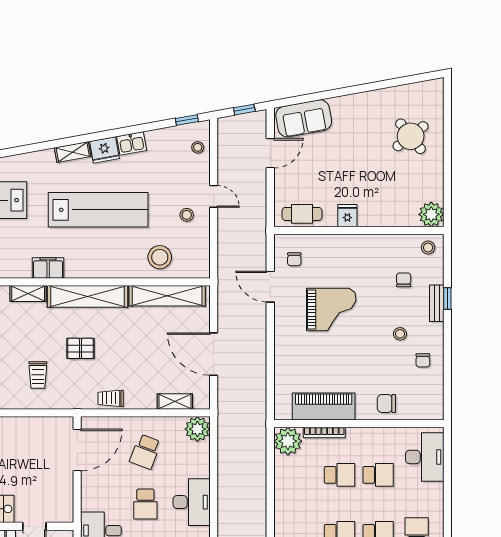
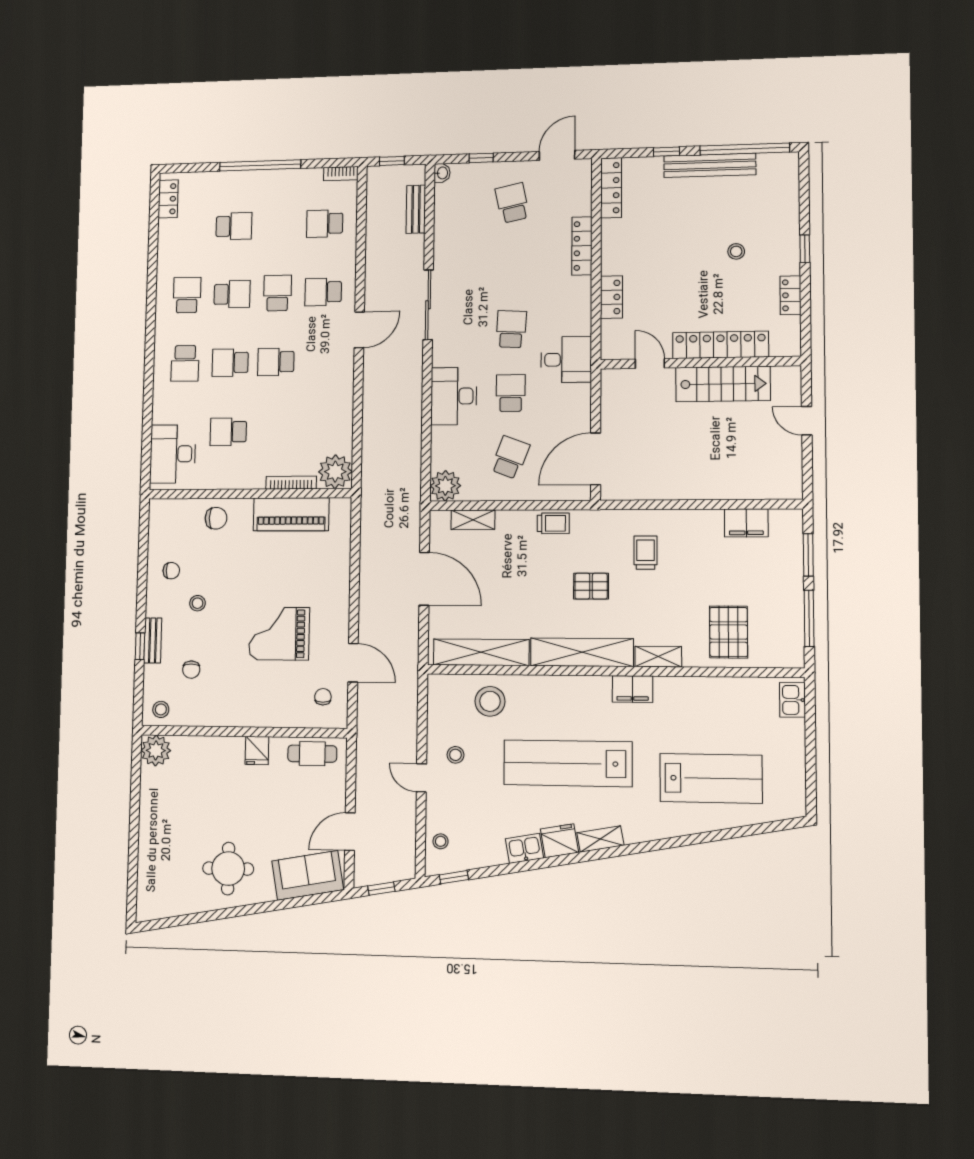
round table: (411, 136) -> (228, 869), moved, turned 38
chair: (423, 360) -> (171, 571), turned 90
school desk: (340, 475) -> (274, 431), removed

